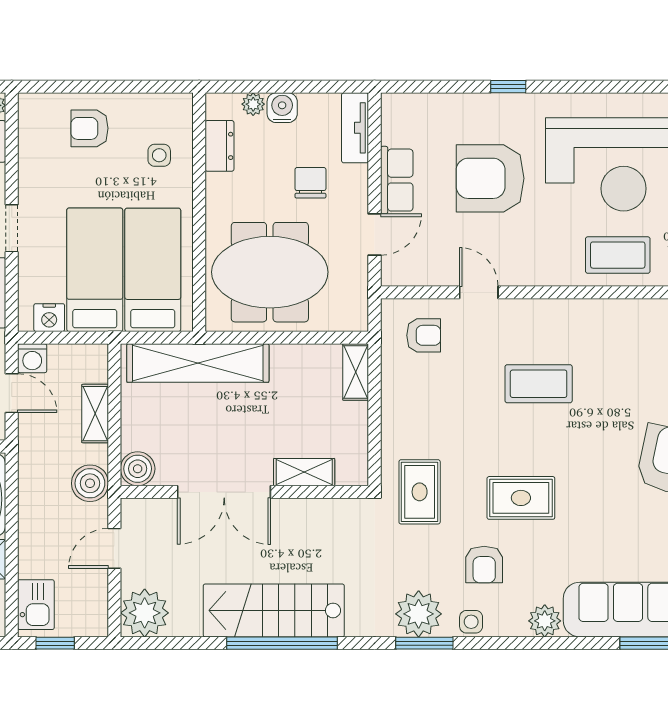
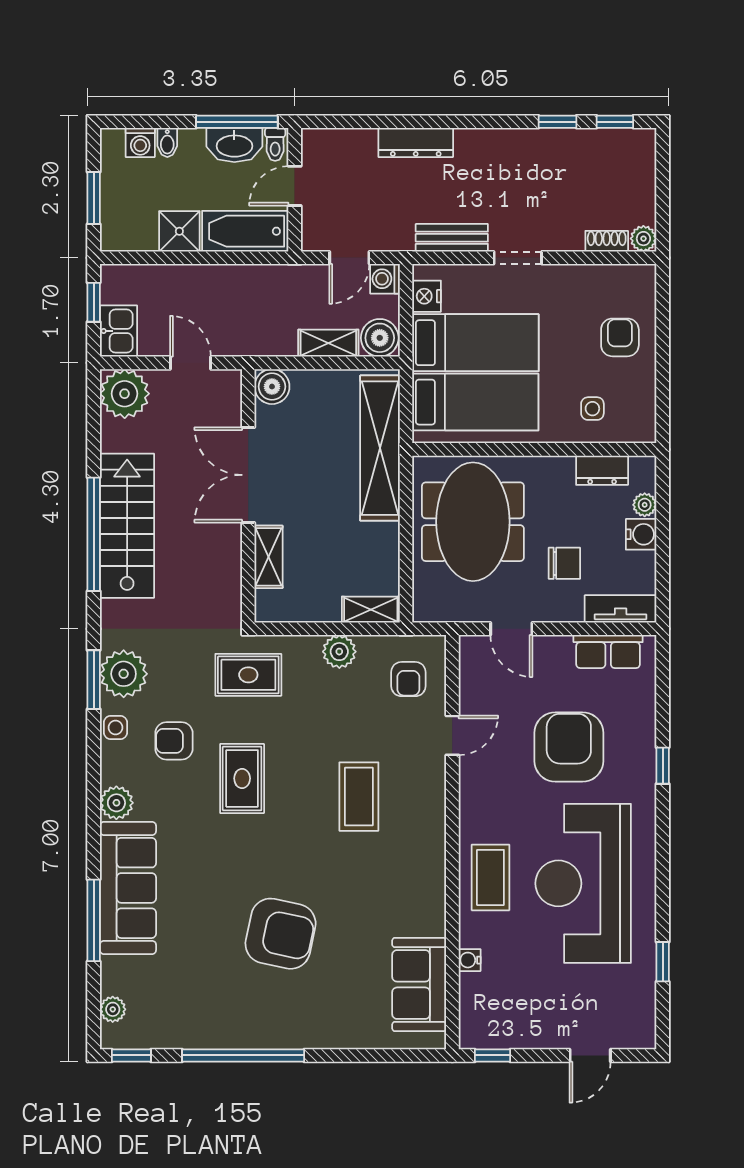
row of seats: (397, 180) -> (608, 651), moved
plant: (397, 403) -> (339, 652), added
boiler: (90, 483) -> (380, 338), moved
kitchen sink: (36, 605) -> (118, 331), moved, turned -90

